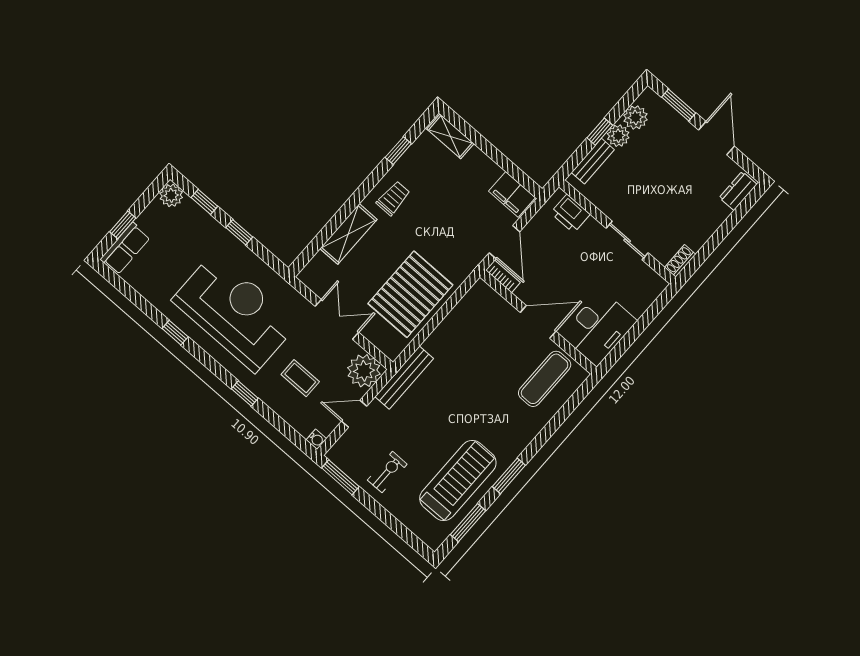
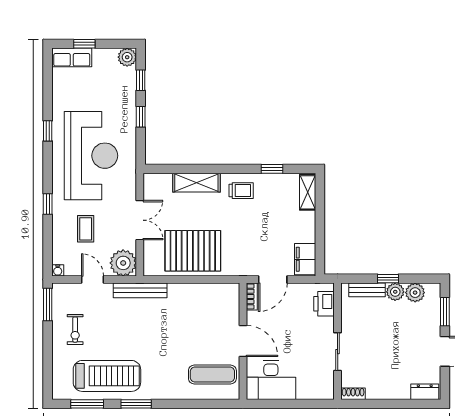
exercise bike: (387, 472) -> (75, 330), turned 90

